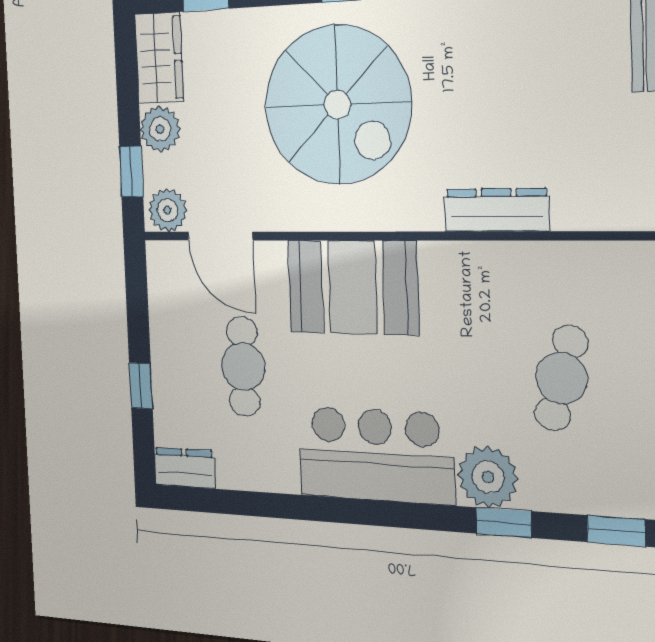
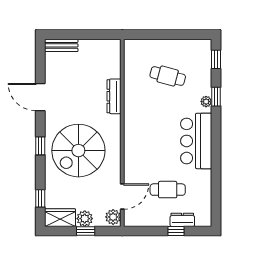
spiral stairs: (337, 105) -> (78, 151), turned 180
window: (131, 172) -> (86, 231), moved
booth: (353, 287) -> (139, 147), removed
dresser: (185, 468) -> (182, 220), moved, turned 90
plant: (488, 477) -> (206, 102), width x0.53, depth x0.53

